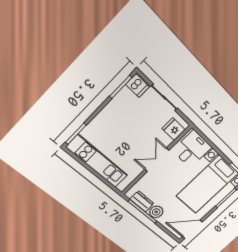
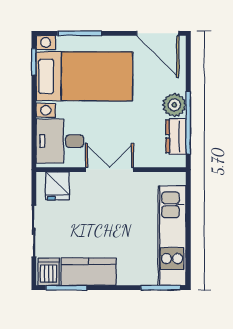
kitchen counter: (118, 106) -> (89, 272), added
double door: (157, 160) -> (109, 170), swing flipped

